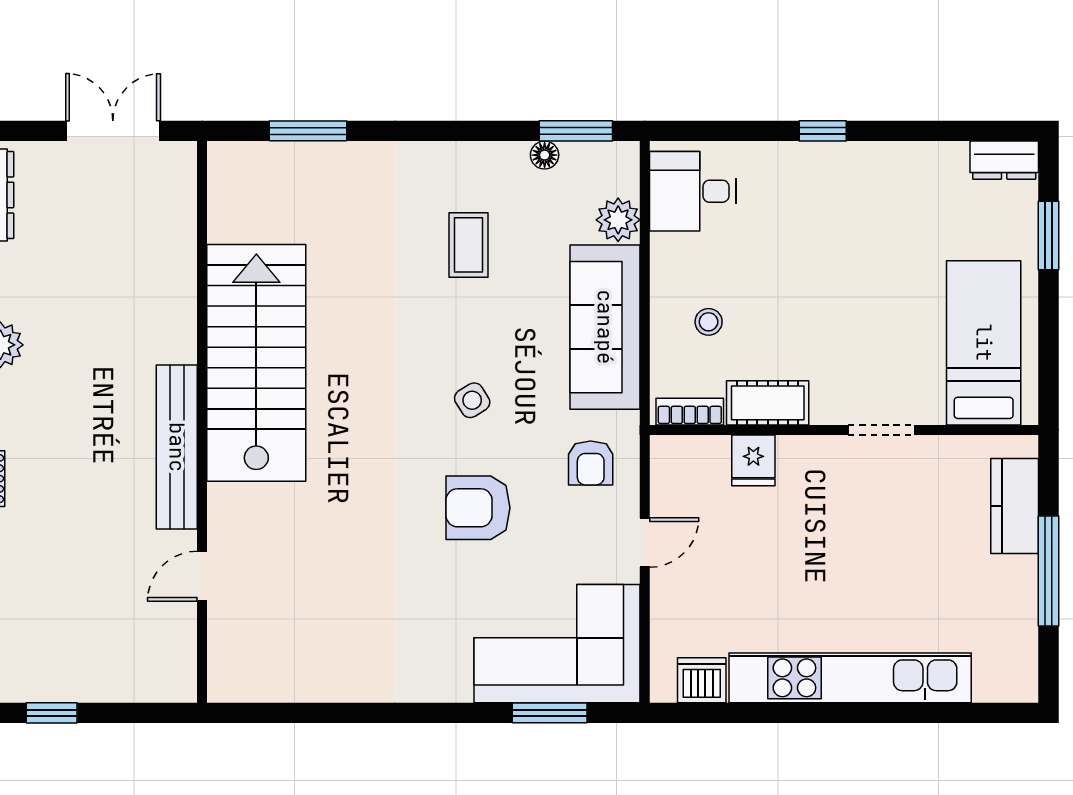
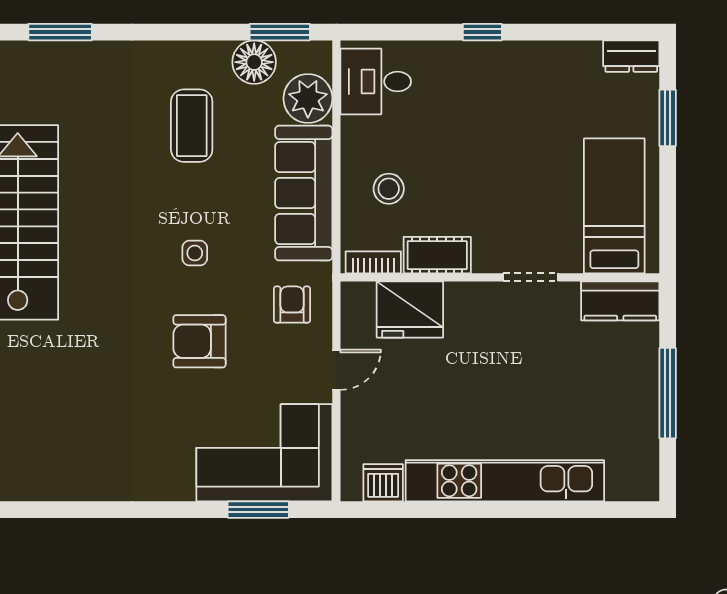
floor lamp: (545, 155) -> (254, 62), width x1.89, depth x1.89
plant: (618, 220) -> (308, 98), width x1.36, depth x1.36
coffee table: (468, 245) -> (192, 126), width x1.36, depth x1.30
stool: (709, 322) -> (389, 189), width x1.37, depth x1.37
side table: (472, 400) -> (195, 253), turned 32
fridge: (753, 460) -> (410, 309), width x1.88, depth x1.34
armchair: (591, 463) -> (292, 305), turned 180
kitchen counter: (1015, 506) -> (620, 301), moved, turned -90

